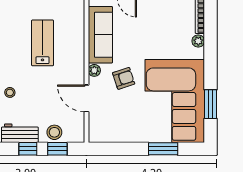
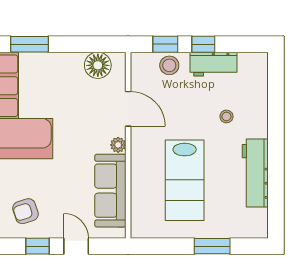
lab bench: (43, 43) -> (185, 180), width x1.36, depth x1.39
armchair: (124, 78) -> (25, 211), moved
floor lamp: (110, 132) -> (98, 65), added

